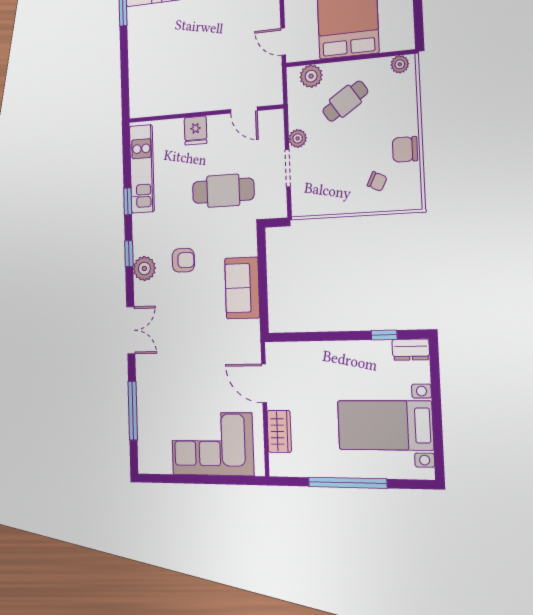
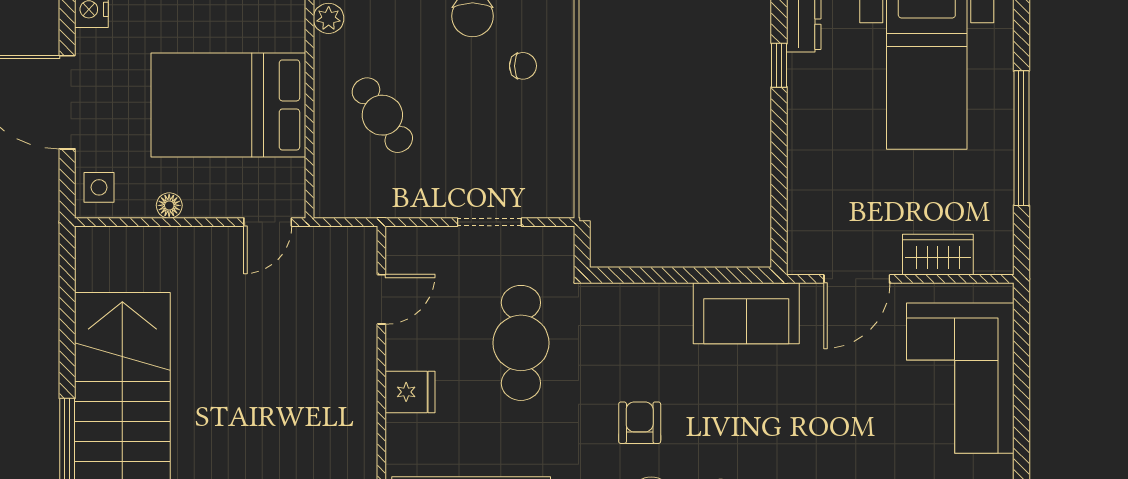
plant: (311, 76) -> (333, 174), removed
plant: (298, 138) -> (439, 202), removed
chair: (377, 181) -> (523, 66), turned 64
sofa: (242, 288) -> (746, 313), moved

